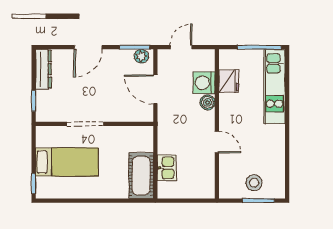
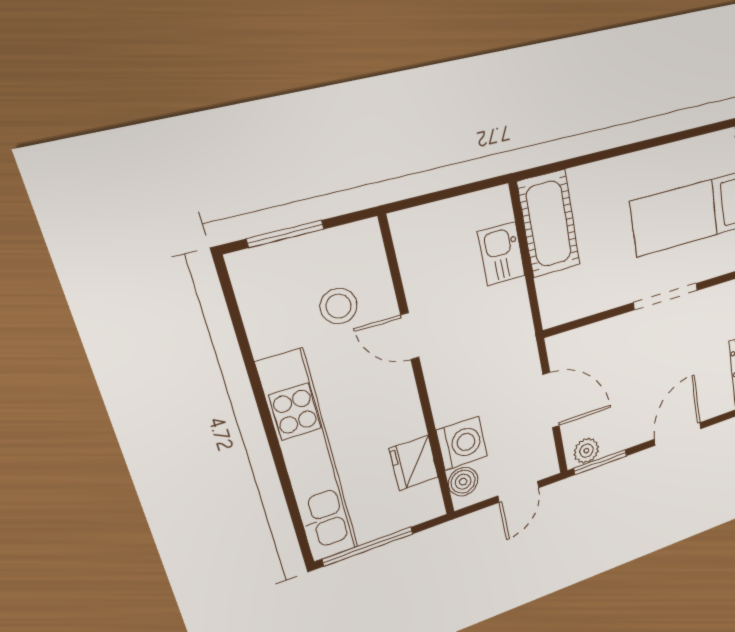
kitchen unit: (274, 87) -> (308, 459), width x1.36
boiler: (207, 103) -> (463, 482), moved
stool: (254, 183) -> (339, 306), moved

